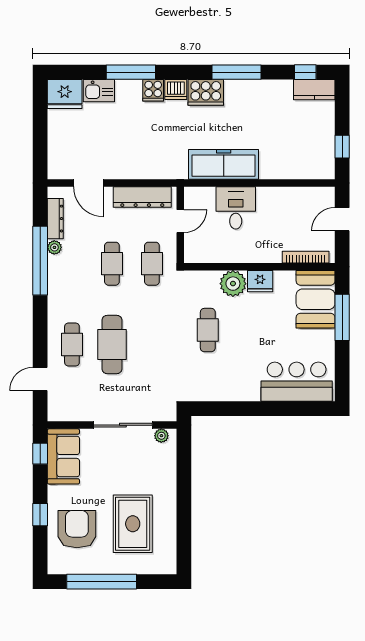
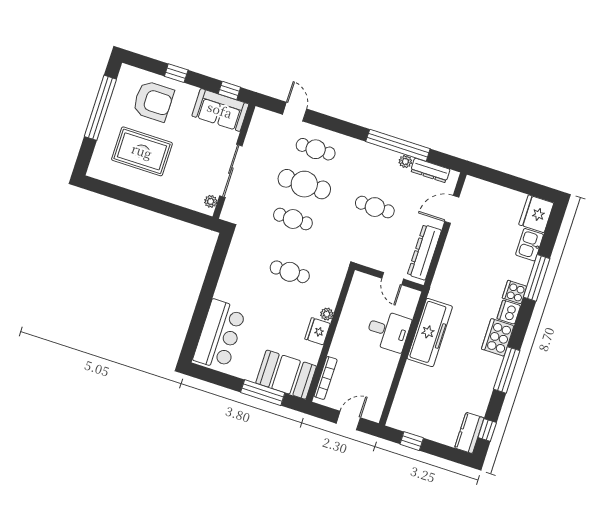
door: (342, 219) -> (348, 420), hinge flipped
cafe table: (152, 264) -> (293, 219), moved
plant: (233, 284) -> (327, 314), width x0.53, depth x0.53

